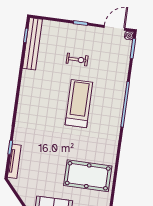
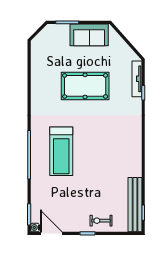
door: (114, 28) -> (51, 233), swing flipped
exercise bike: (77, 60) -> (101, 221), moved
treadmill: (79, 104) -> (61, 151), moved
pool table: (88, 176) -> (85, 86), moved

